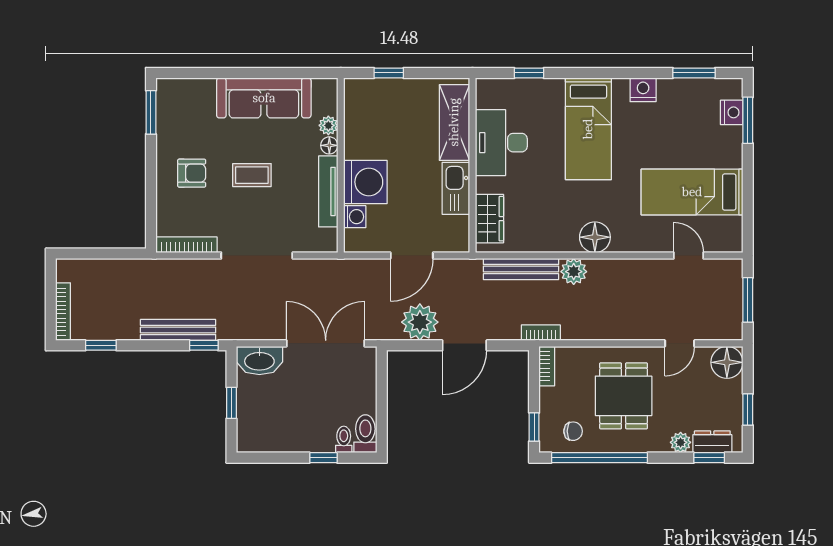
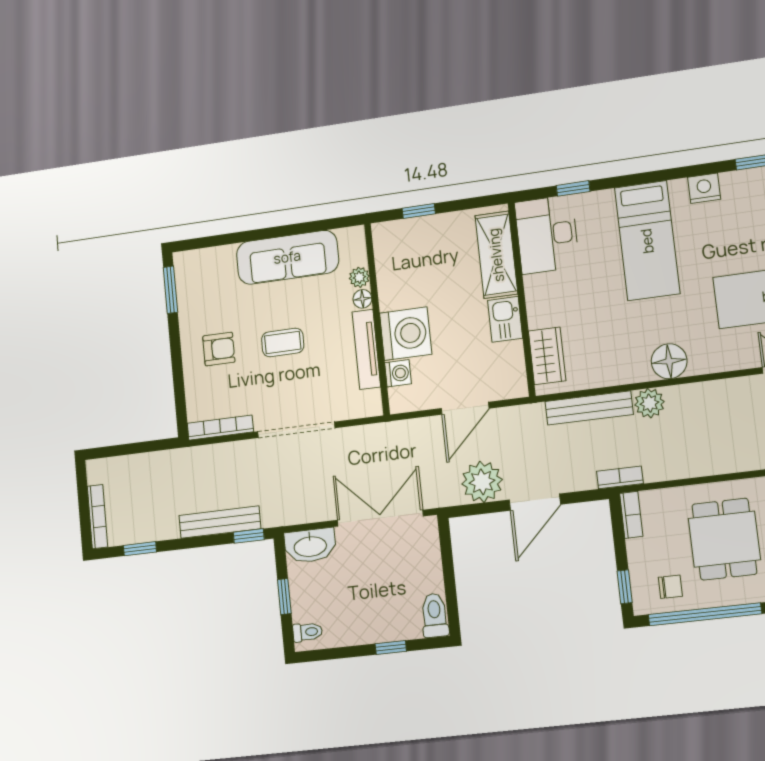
desk: (501, 143) -> (547, 235), moved
kitchen sink: (456, 188) -> (505, 319), width x0.73
toilet: (344, 439) -> (308, 632), moved, turned 90

